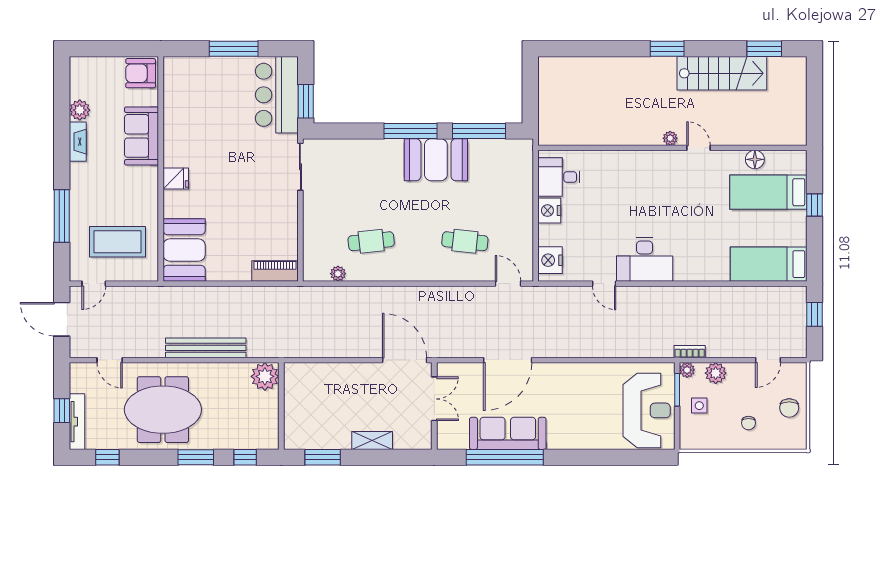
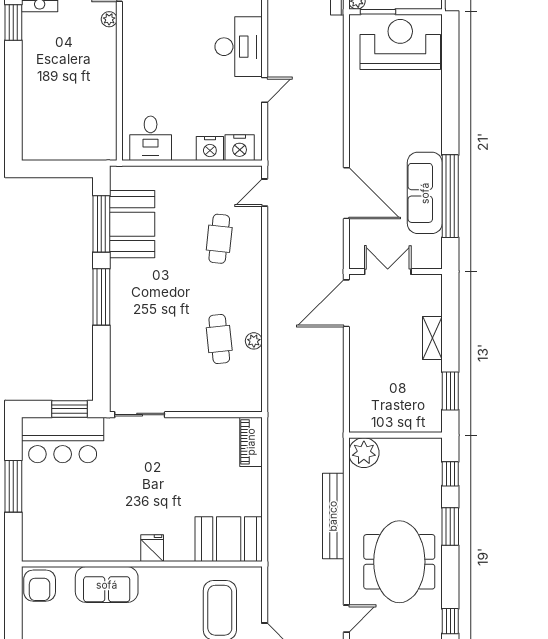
booth: (436, 160) -> (132, 224), moved
nightstand: (549, 211) -> (210, 149), moved
plant: (338, 274) -> (254, 341), moved

